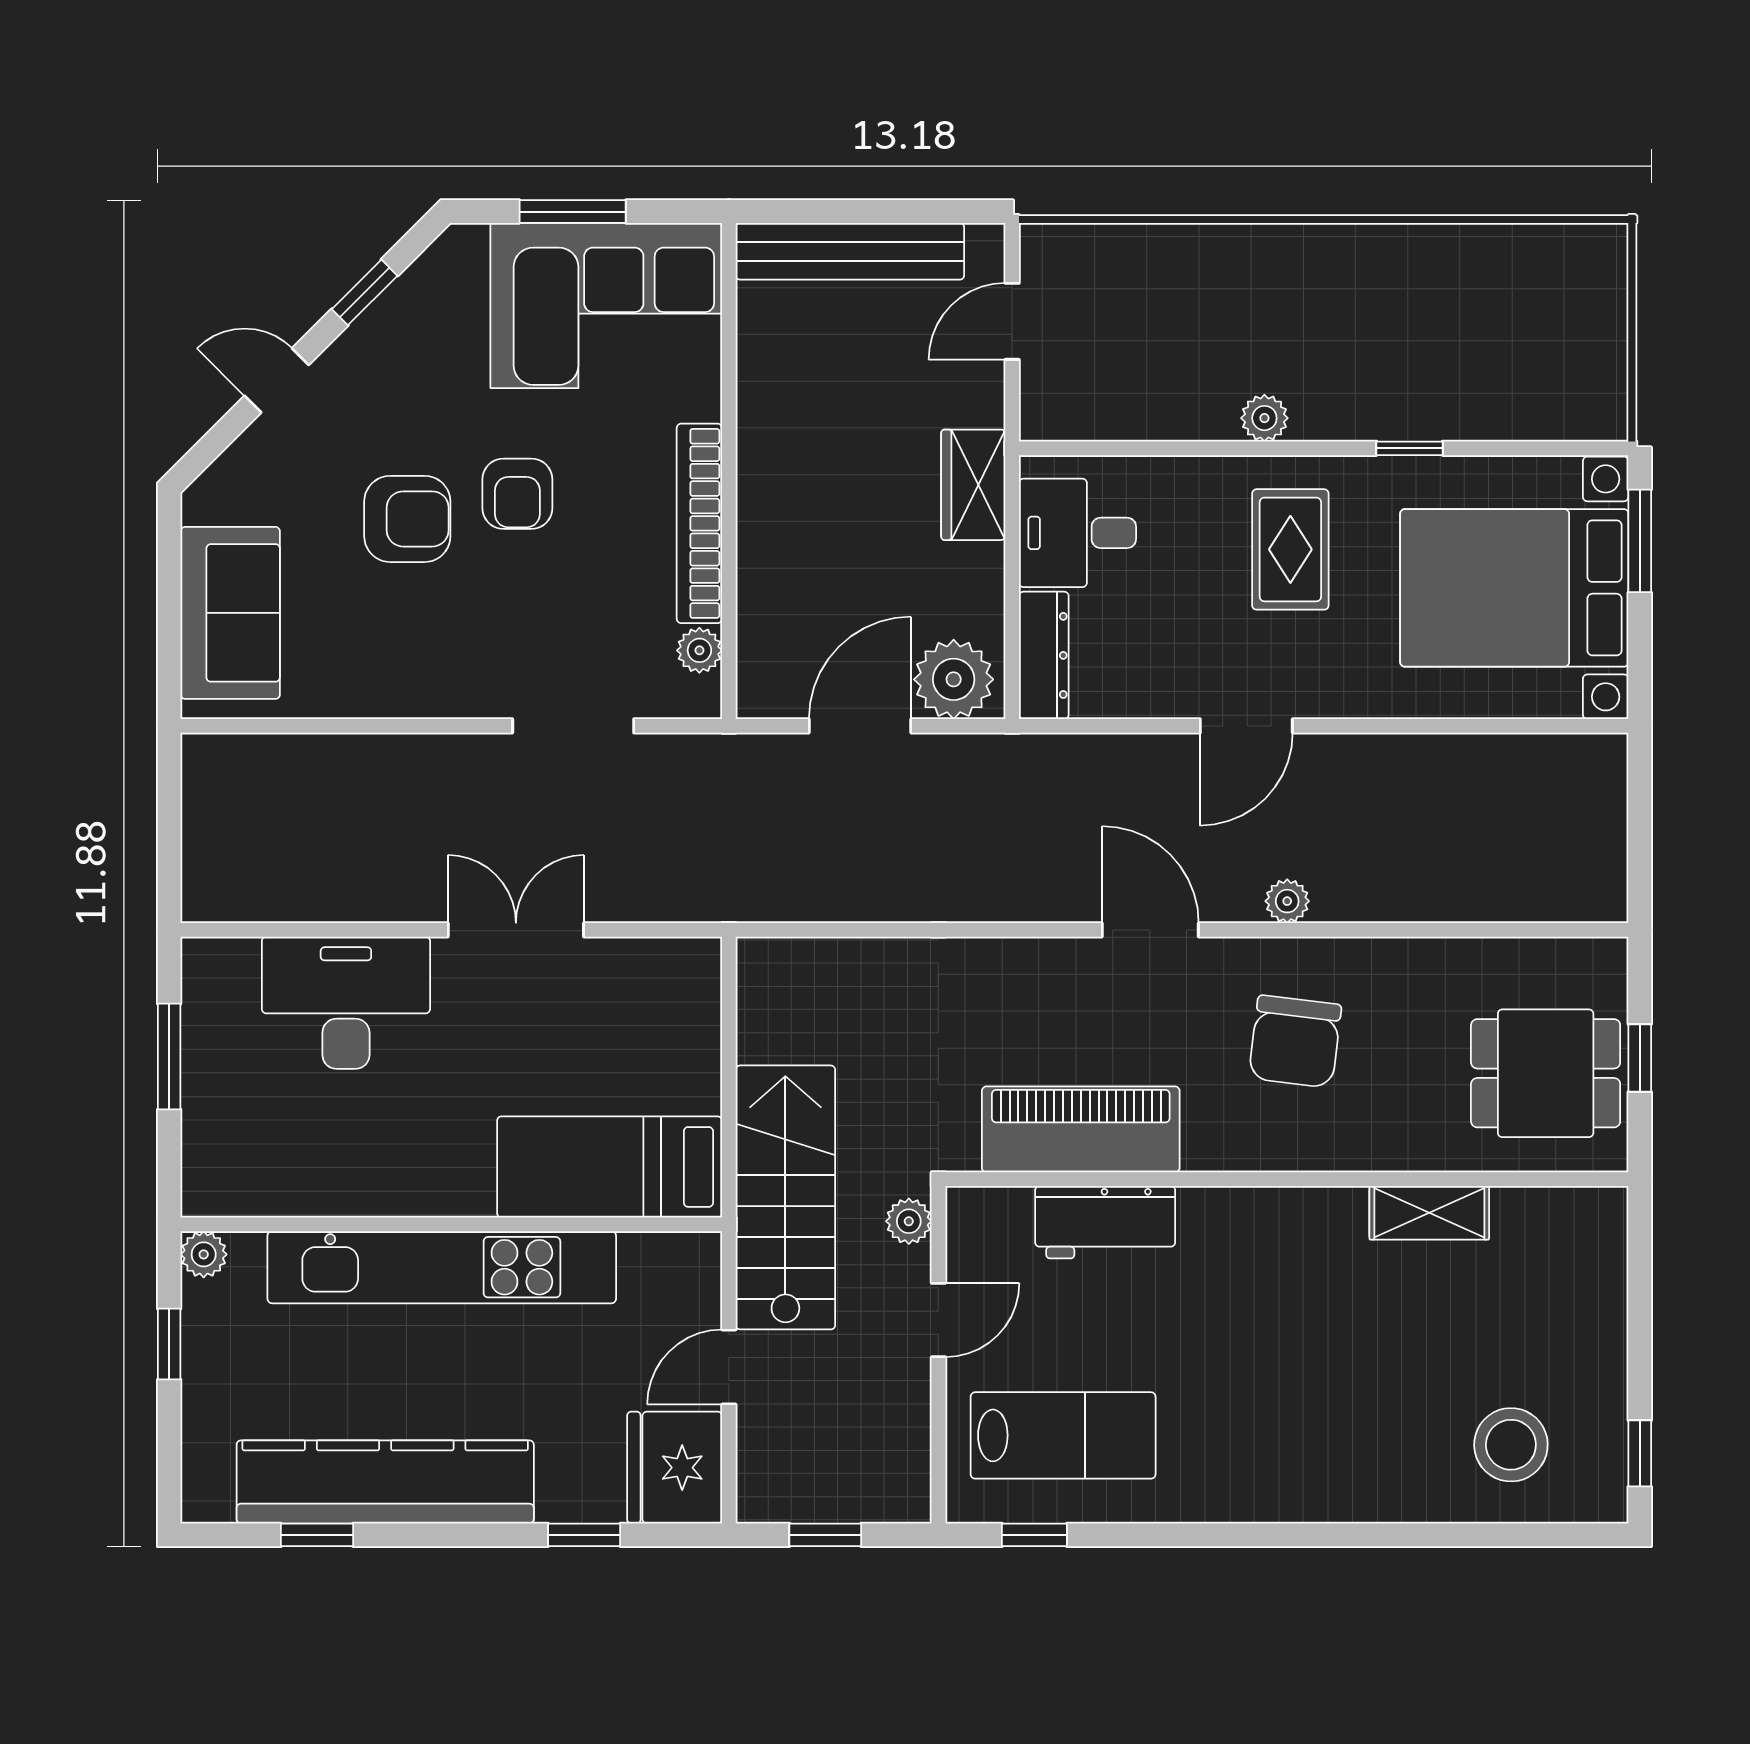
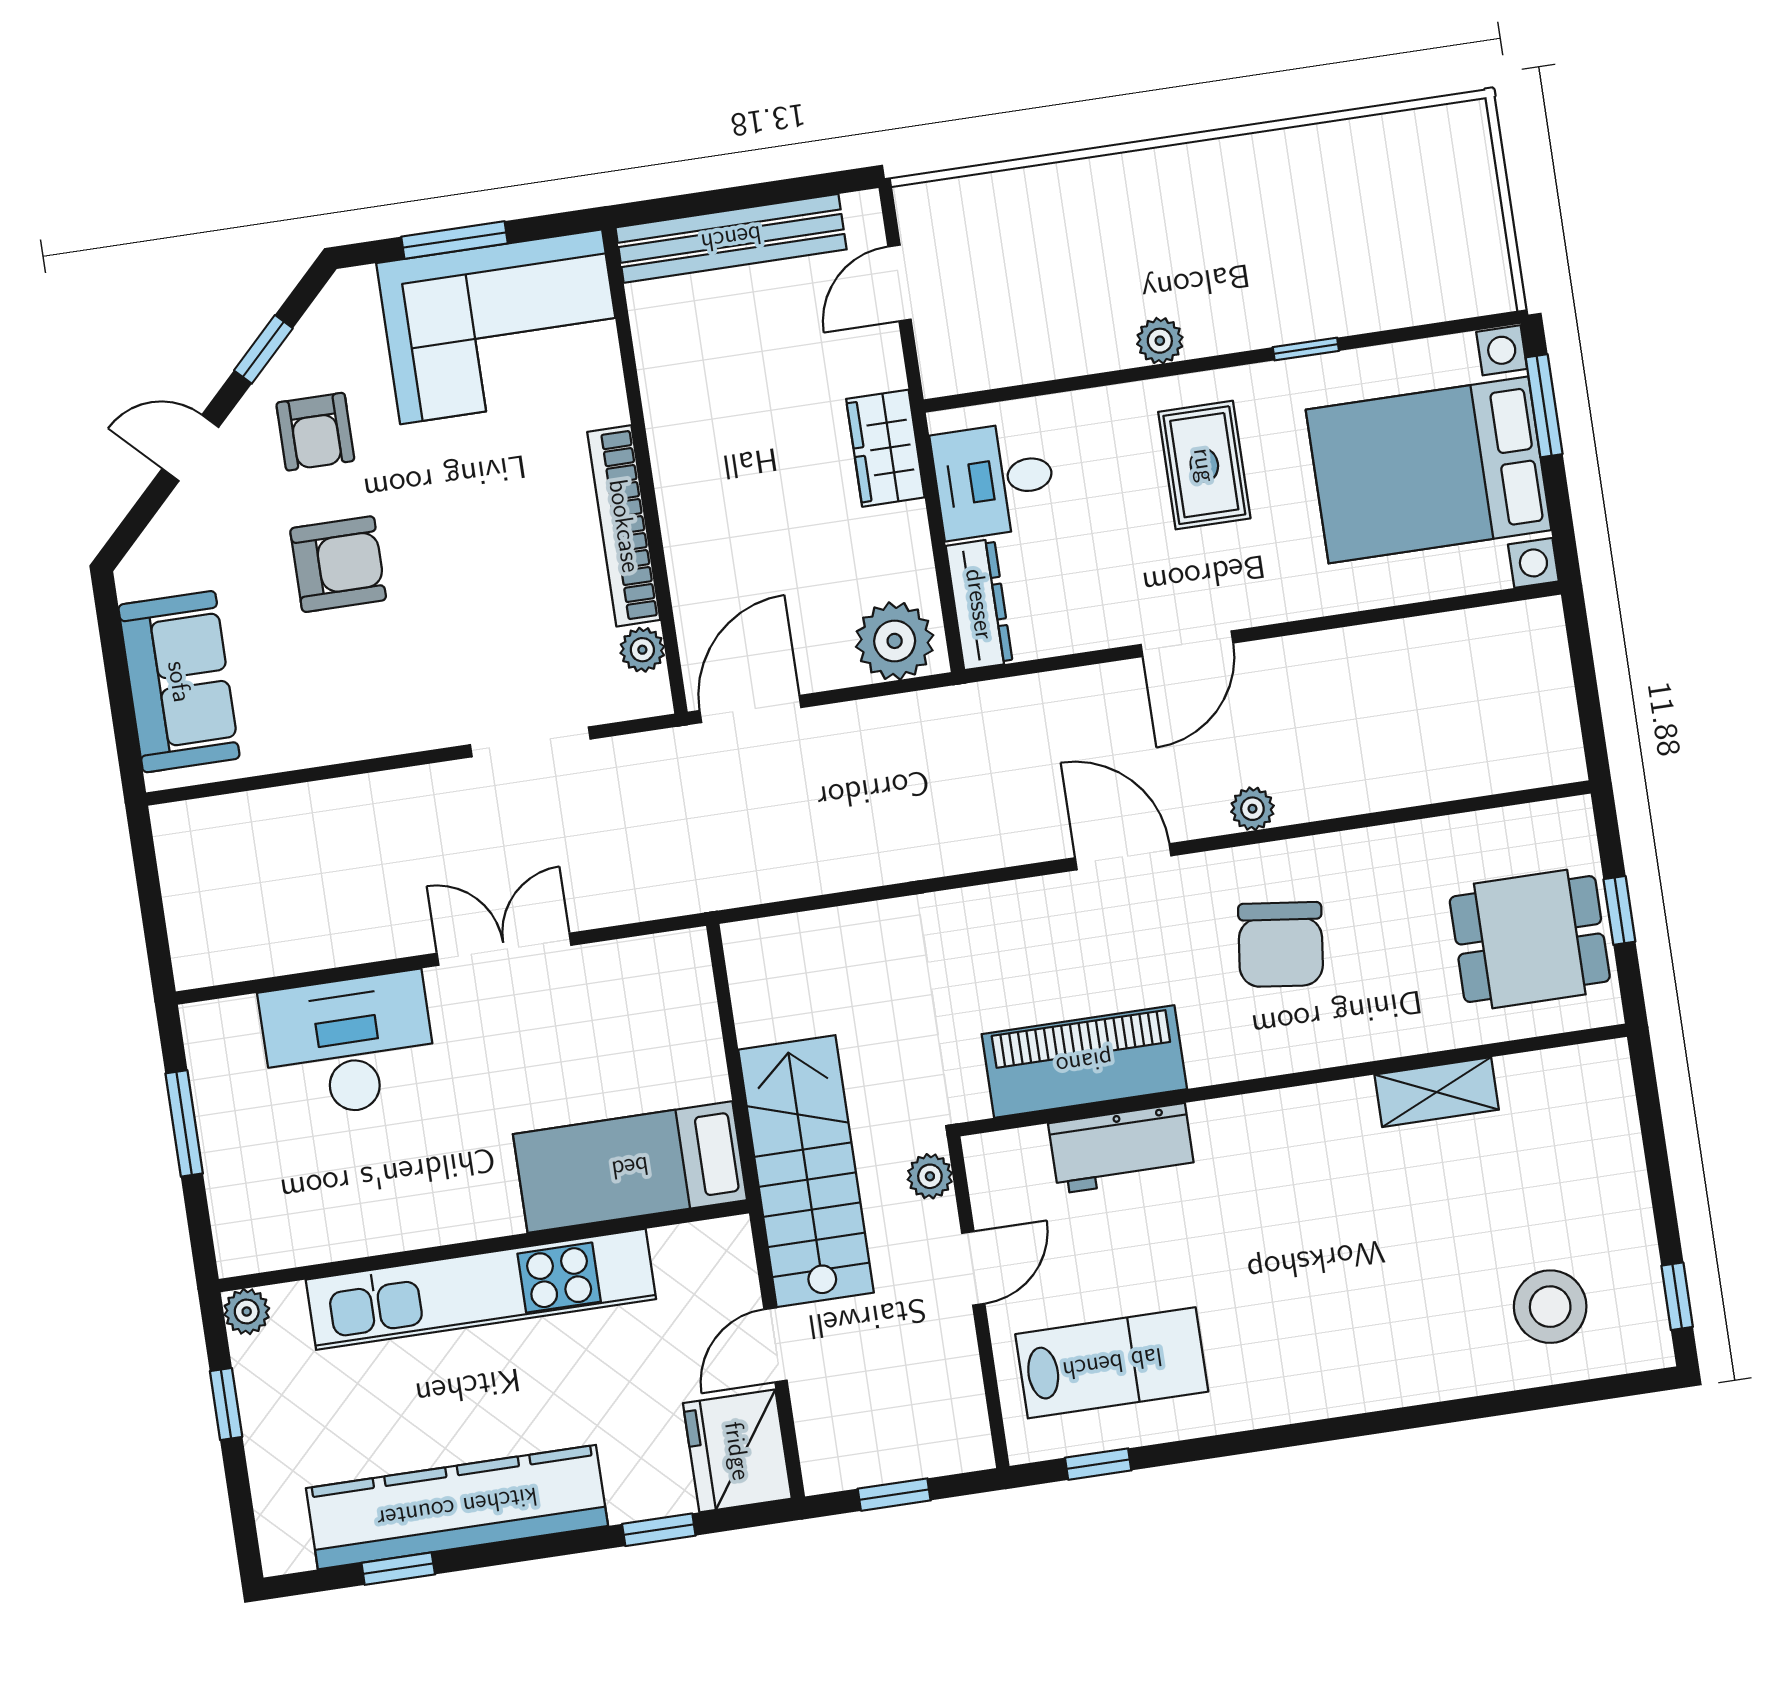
armchair: (517, 494) -> (315, 432), moved
door: (860, 726) -> (750, 709), moved

